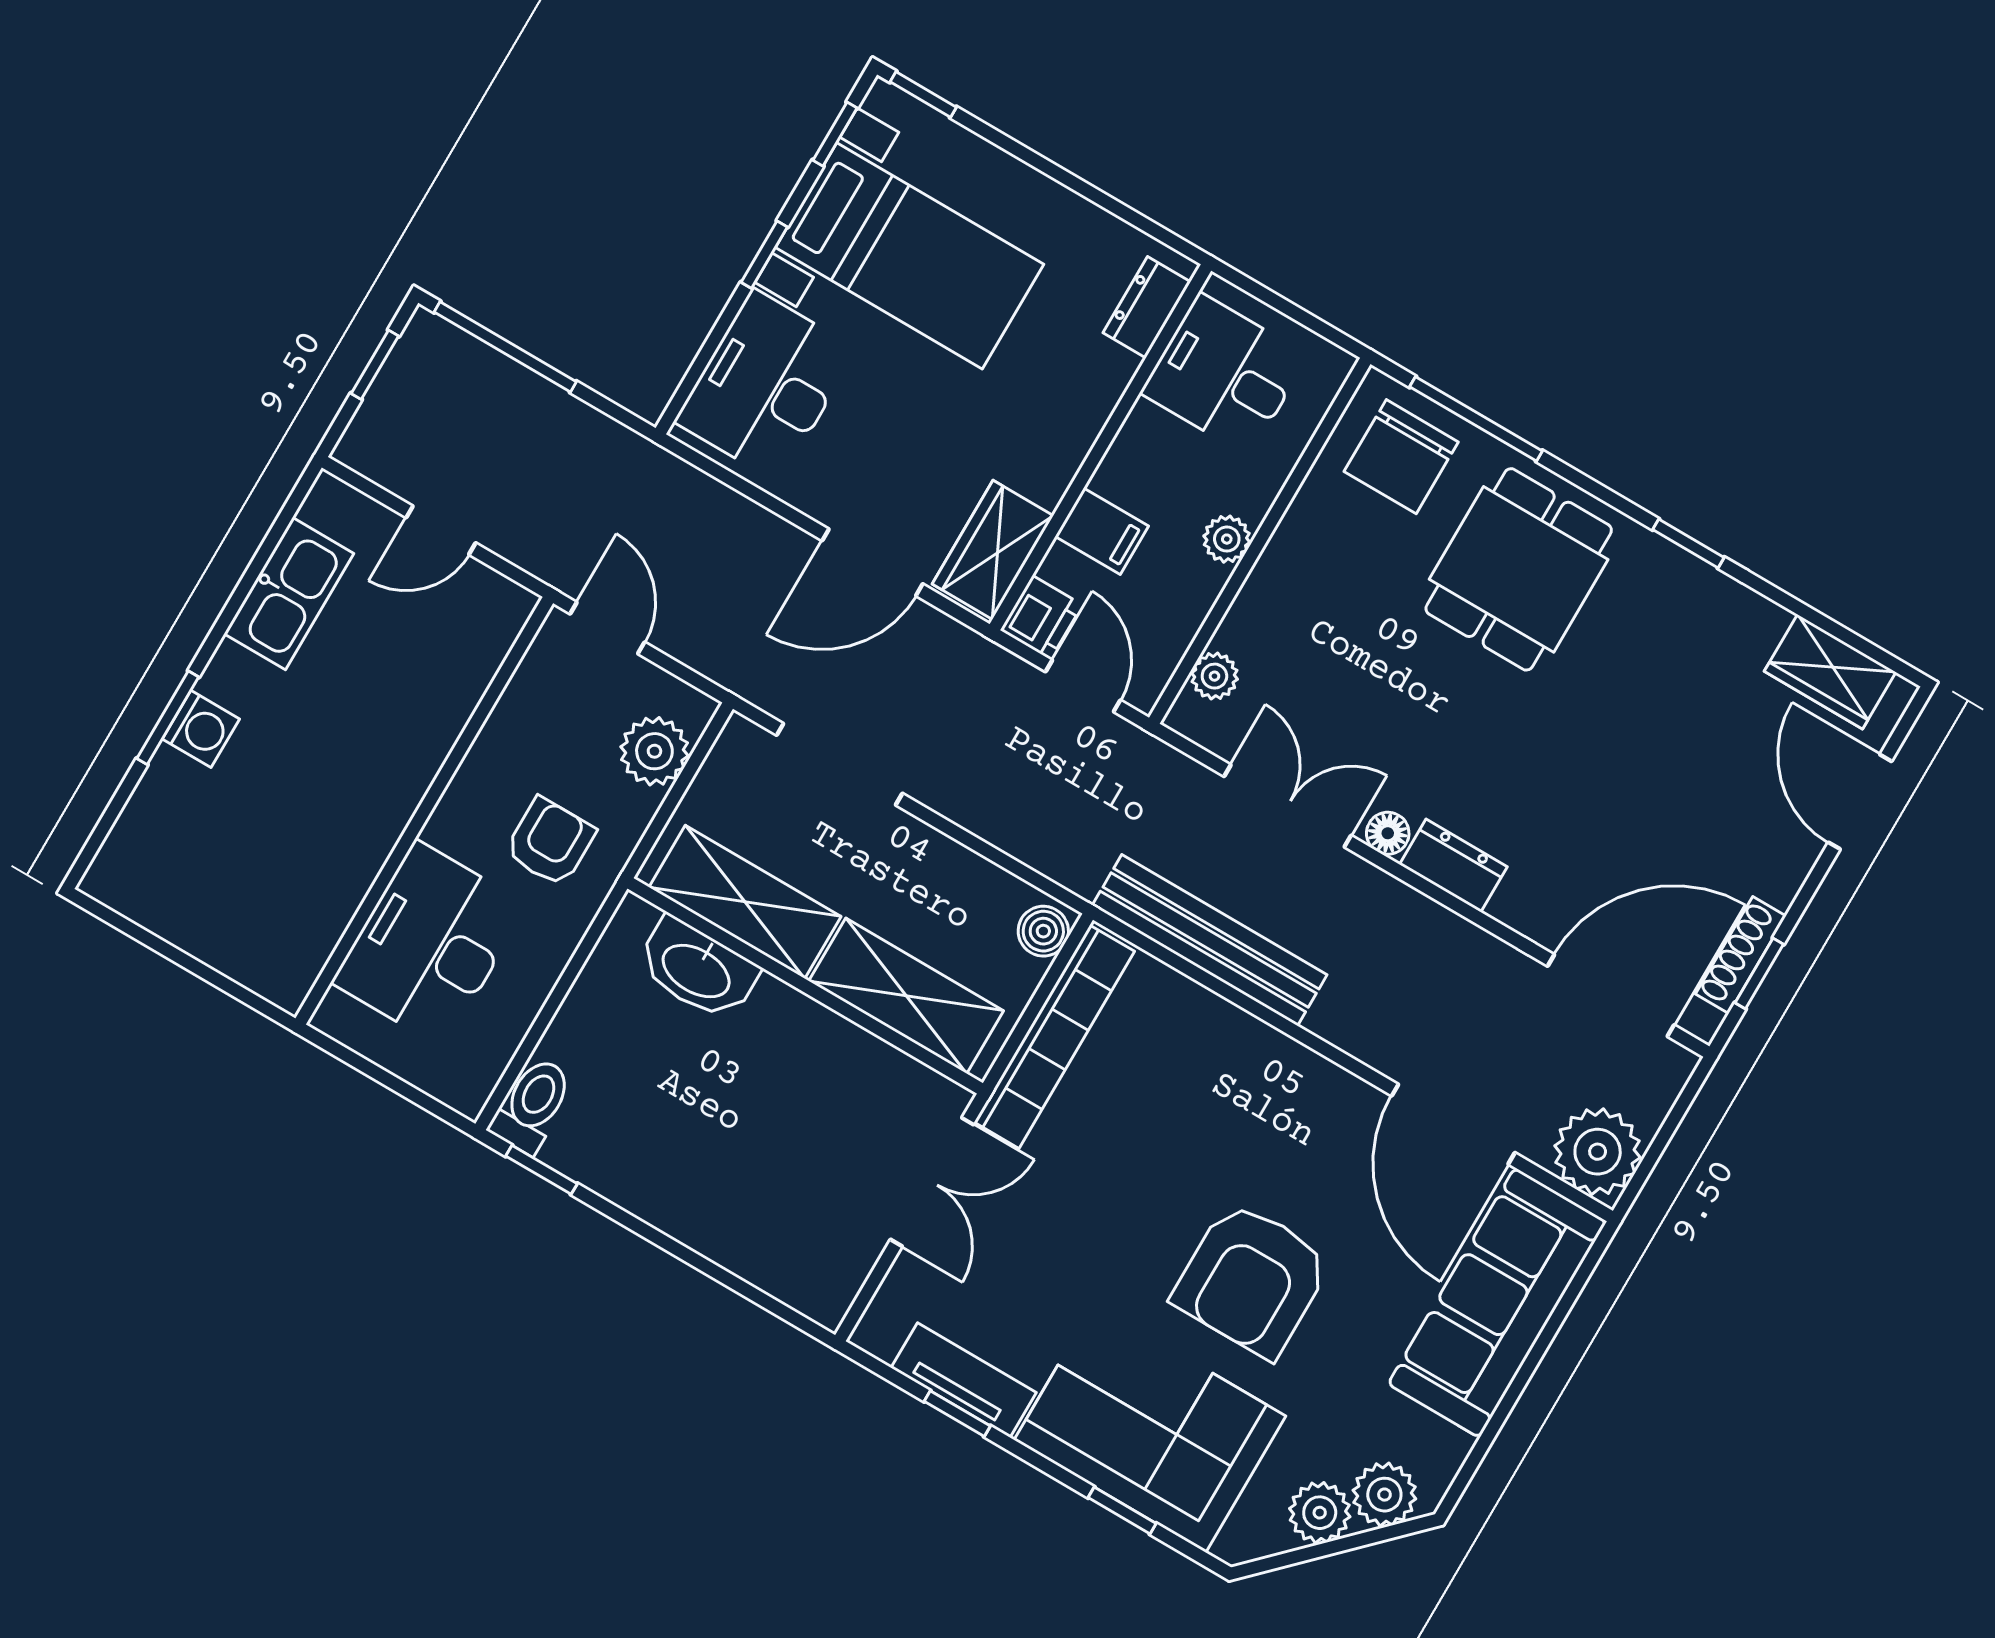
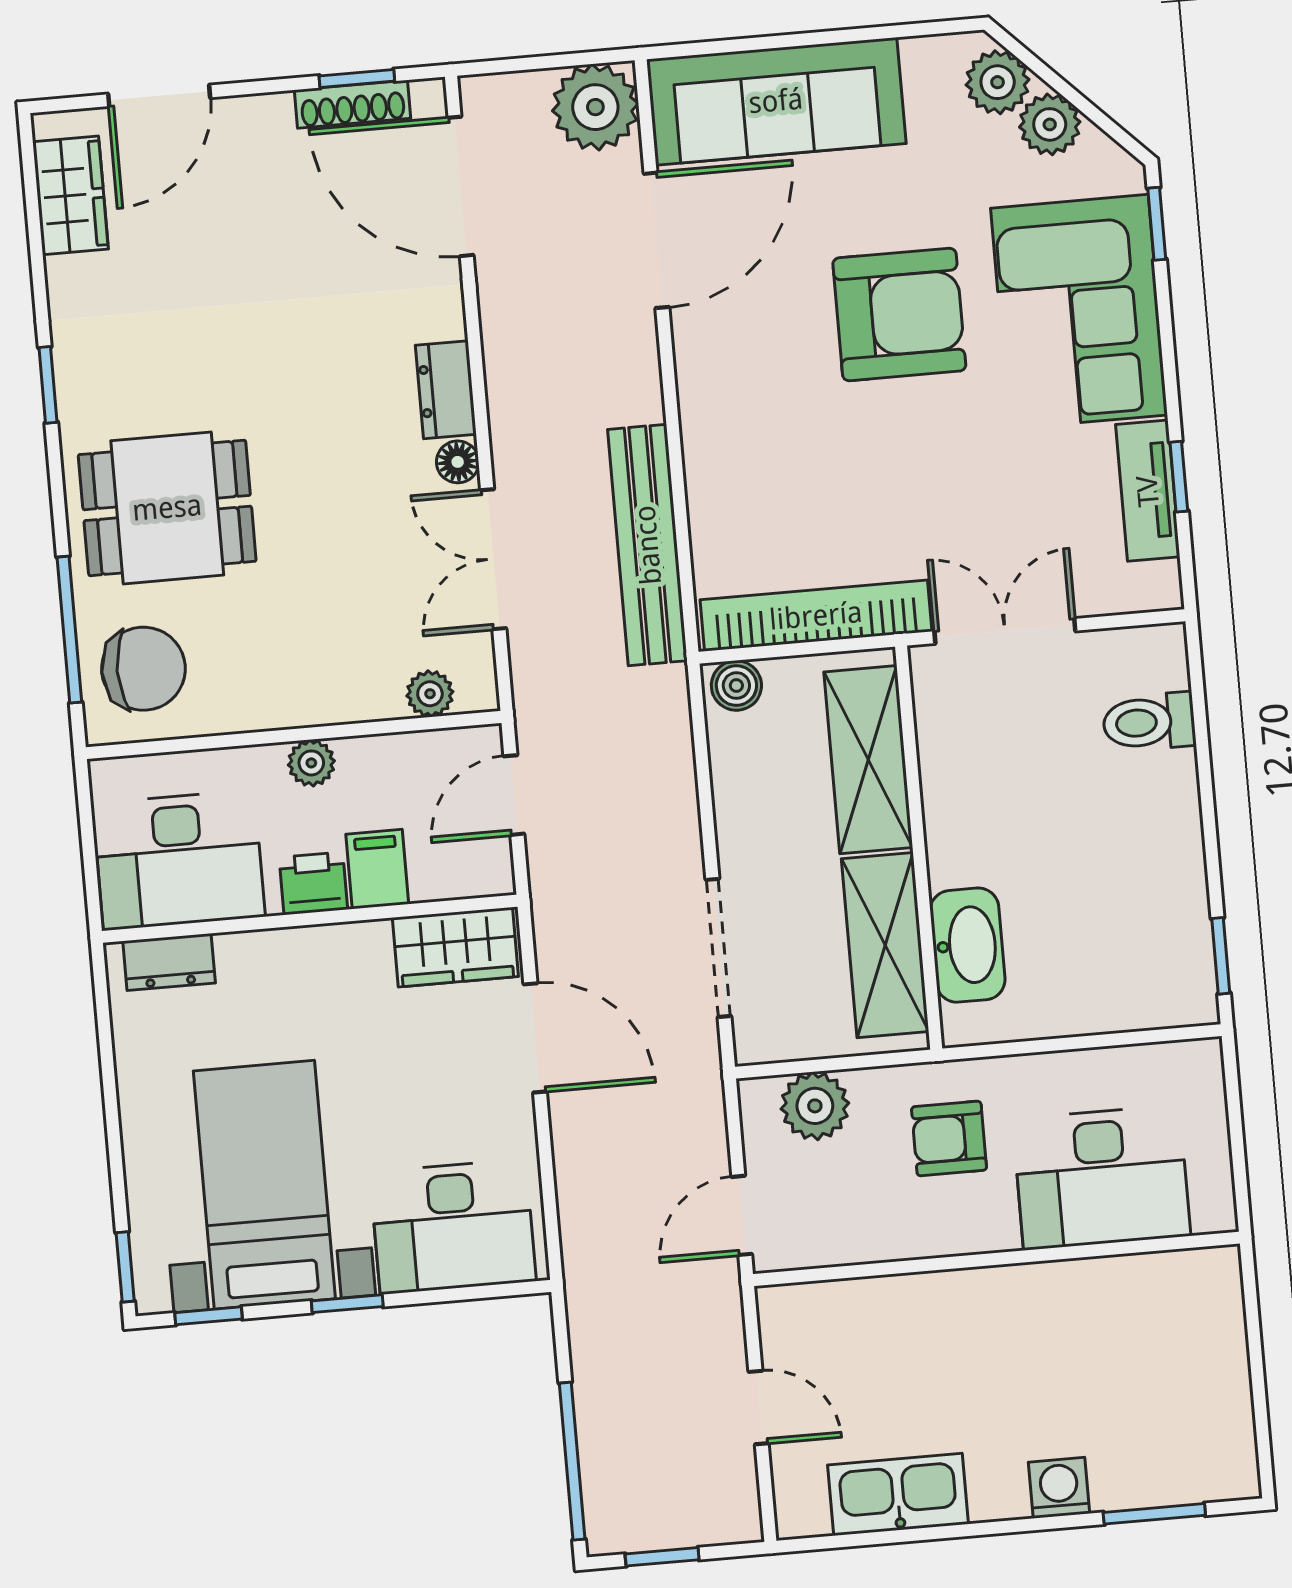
desk: (1224, 374) -> (179, 860), width x1.37
printer: (1041, 617) -> (313, 883), moved
window: (168, 718) -> (1154, 1514), moved
toilet: (532, 1105) -> (1149, 722), moved
window: (1122, 1510) -> (1157, 224), moved

